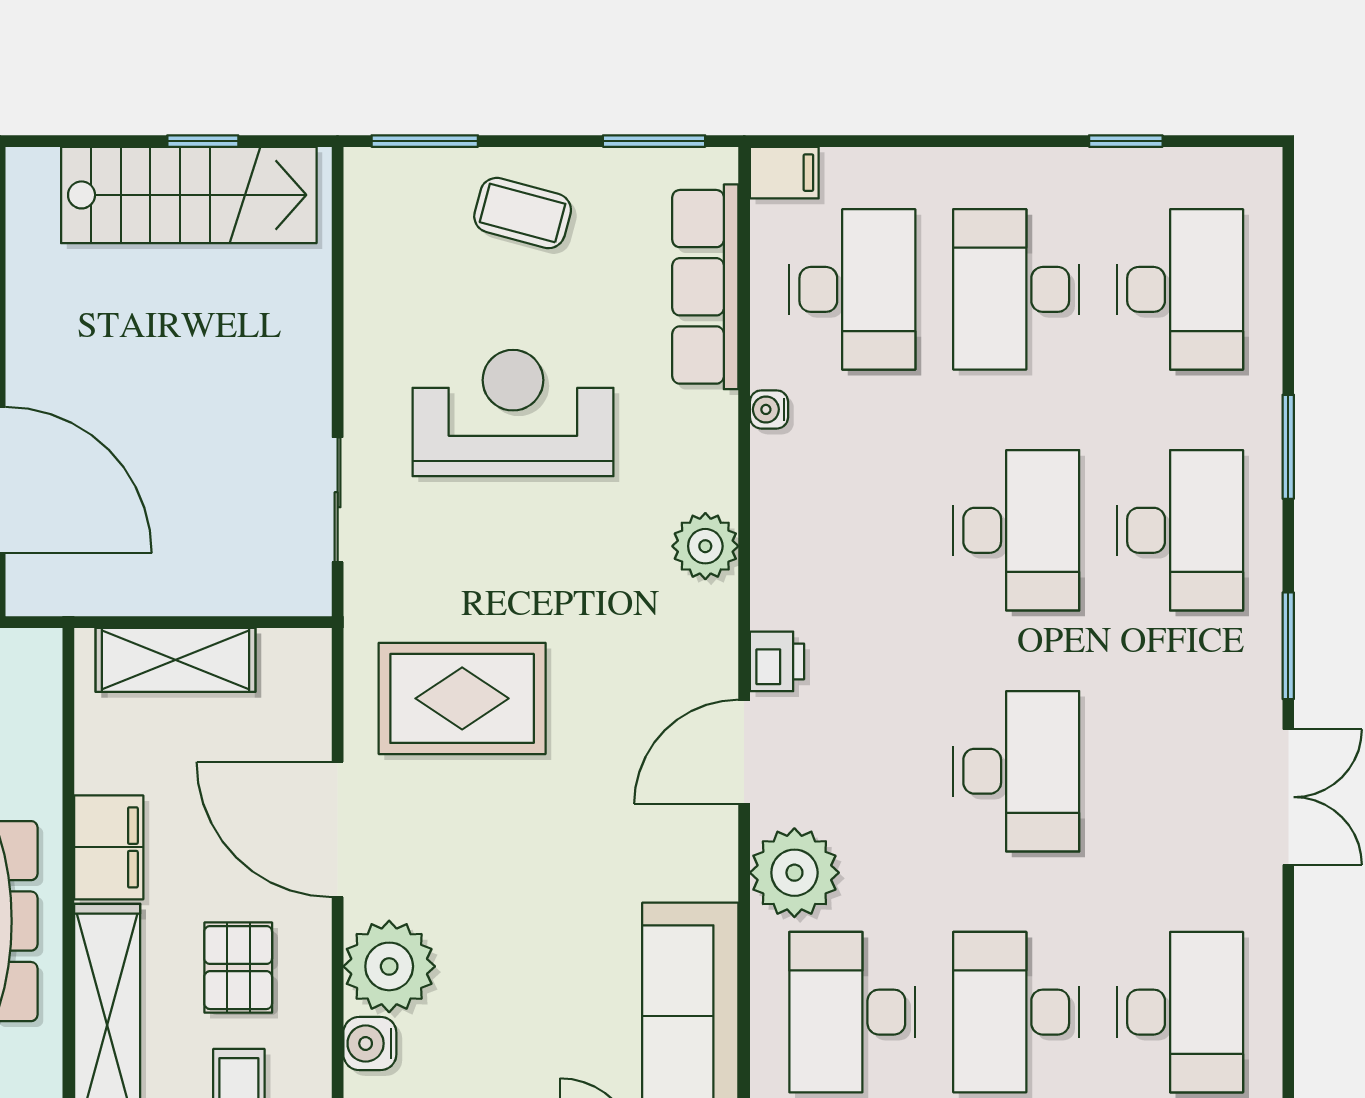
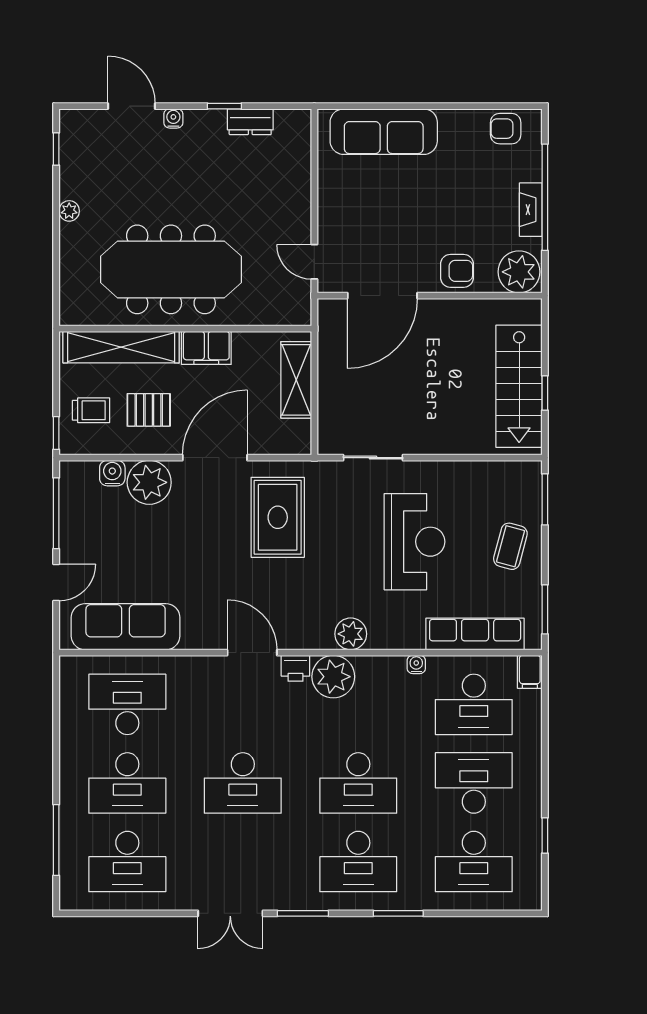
plant: (794, 873) -> (333, 677), moved
desk: (1016, 1012) -> (127, 783), turned 180

